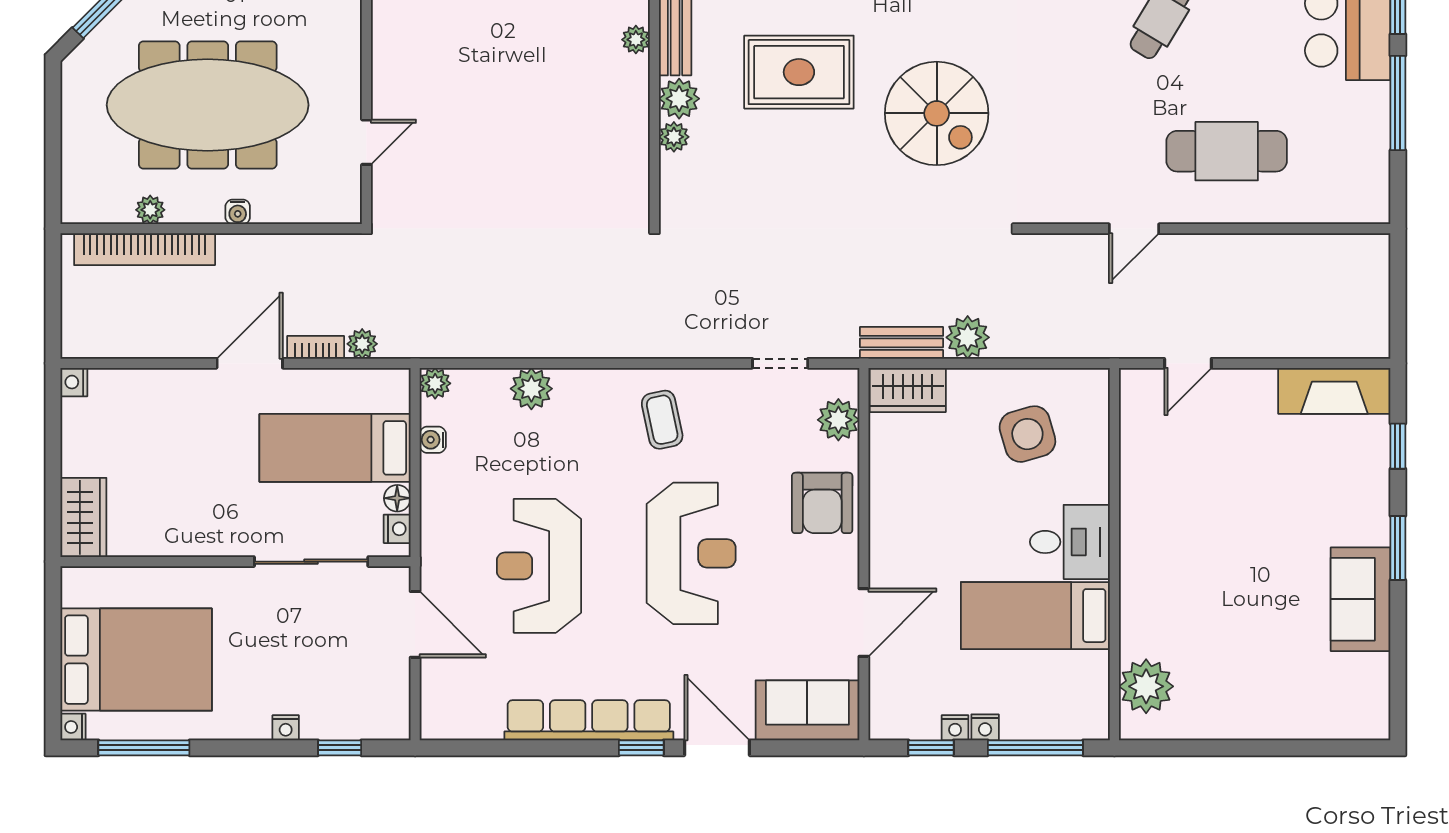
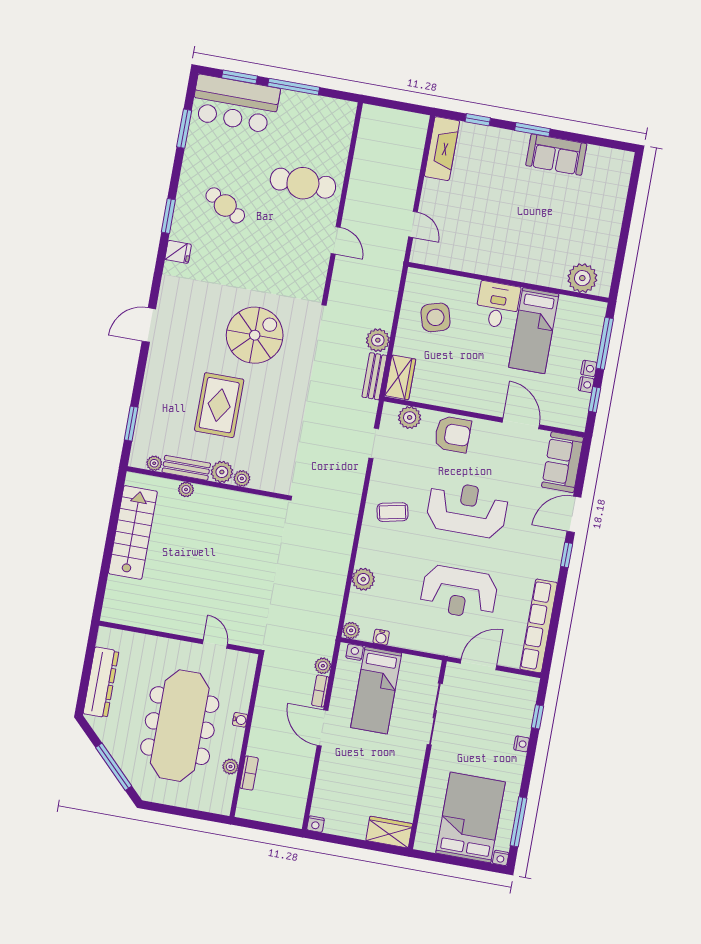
cafe table: (1227, 151) -> (303, 183), turned 90
bookcase: (145, 249) -> (249, 773), width x0.43, depth x0.76
floor lamp: (397, 498) -> (409, 662), removed
nightstand: (397, 529) -> (355, 652), moved
row of seats: (589, 720) -> (539, 626), moved

